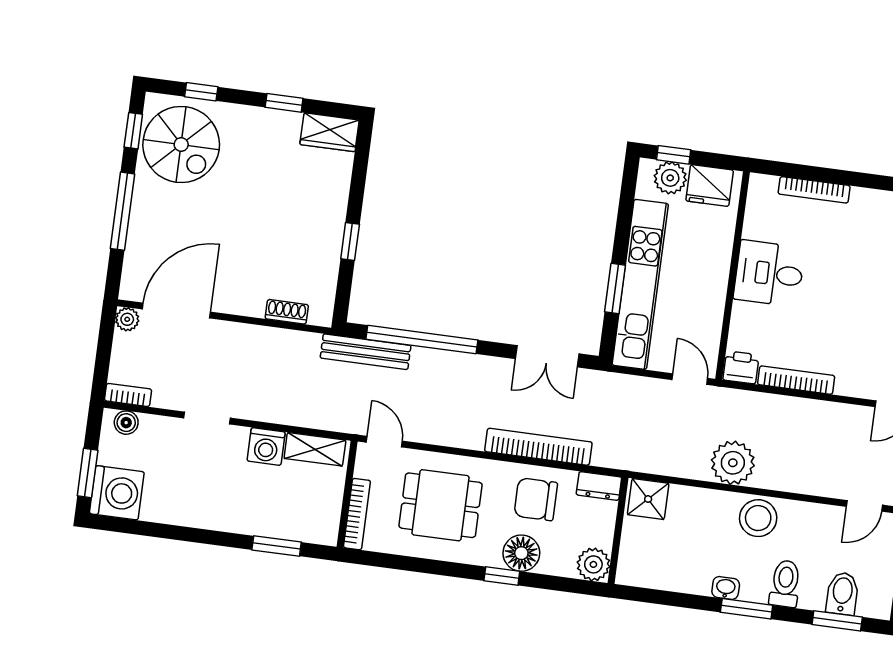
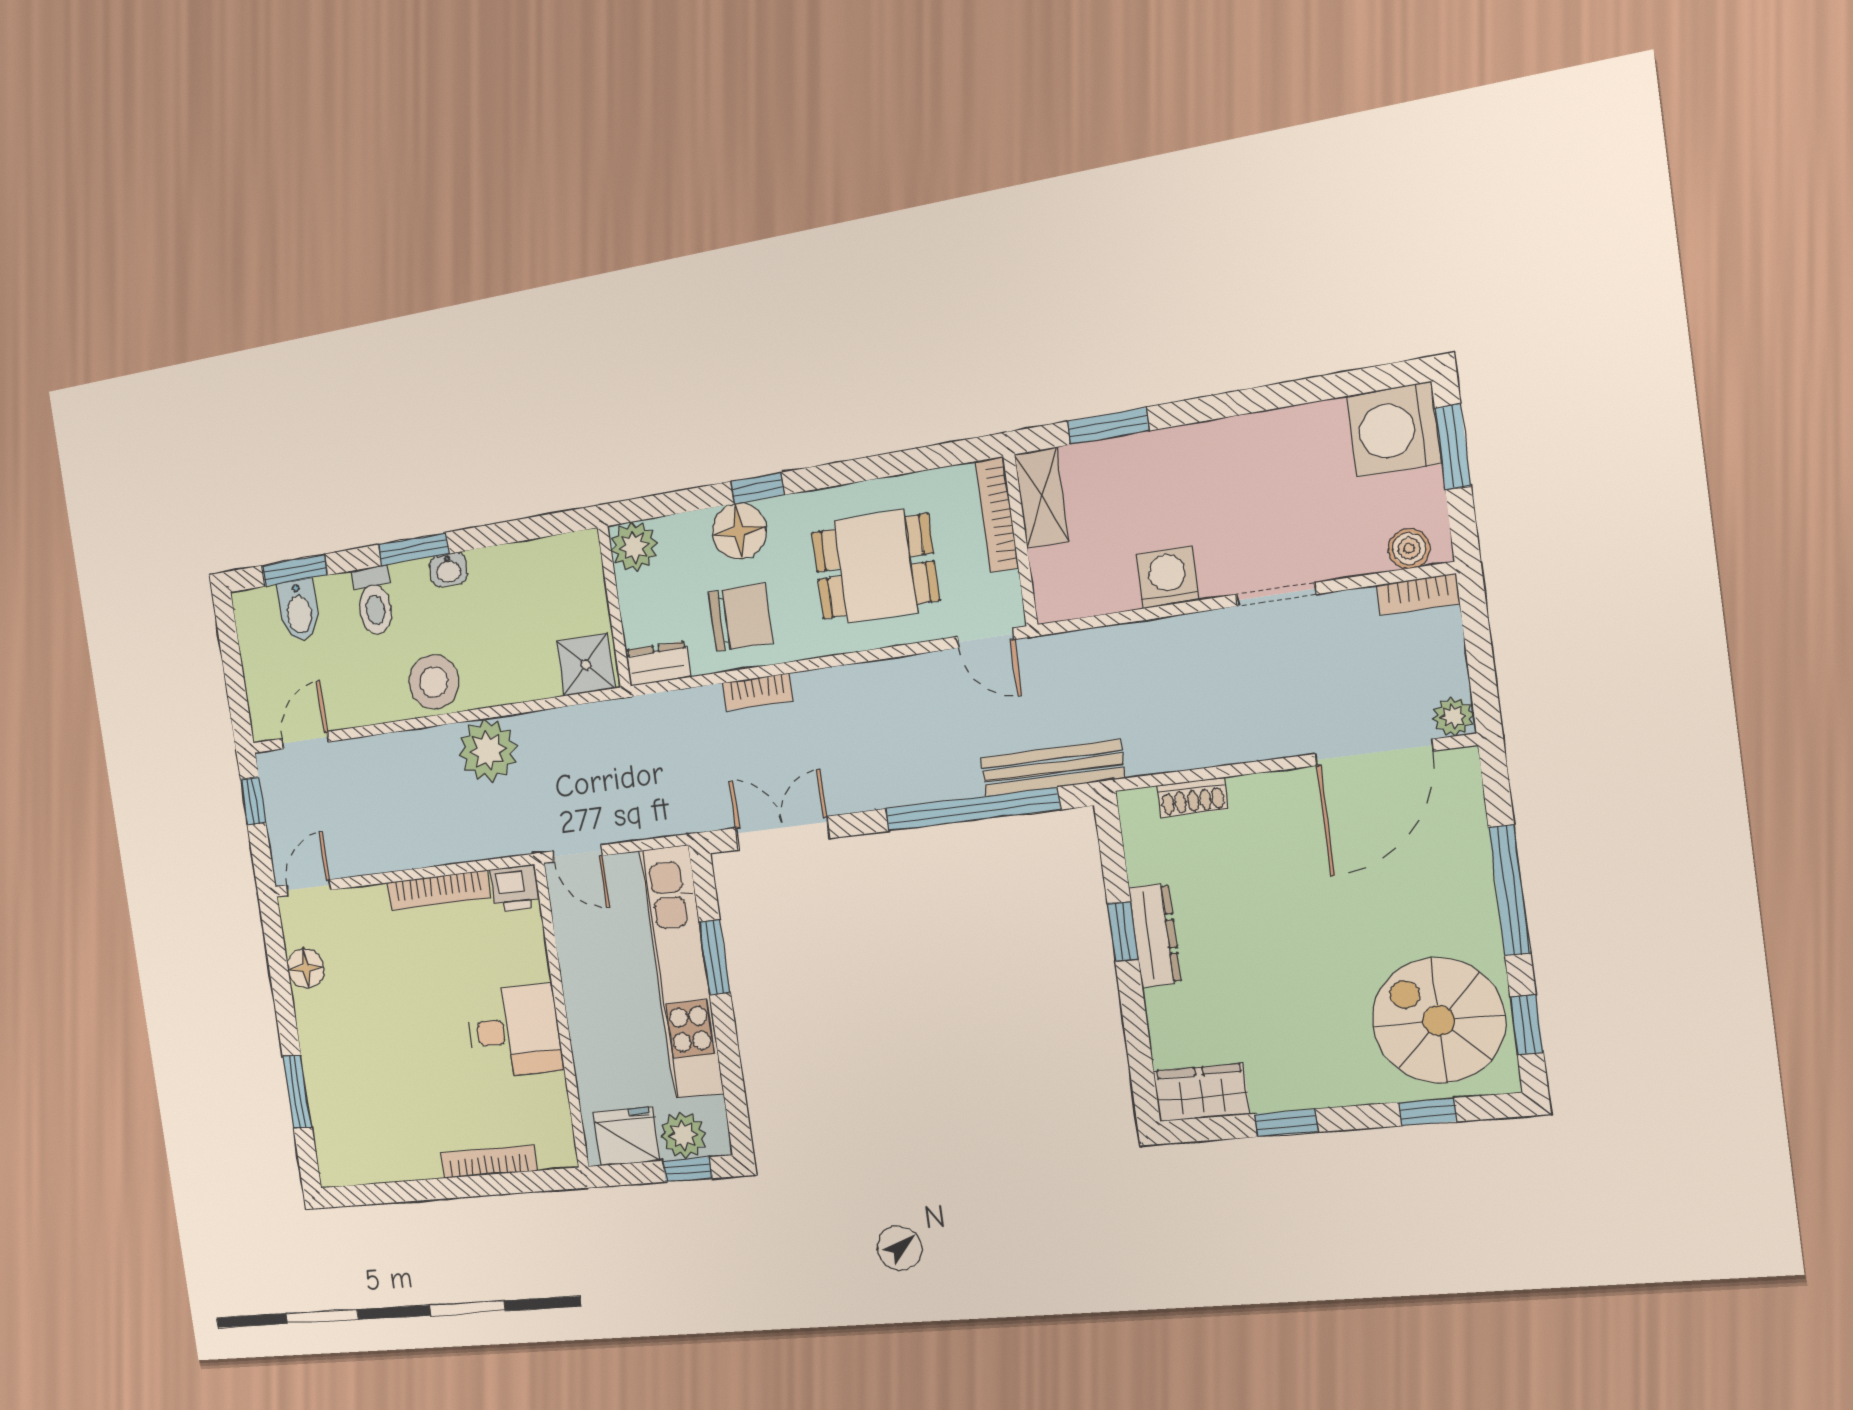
dresser: (331, 234) -> (1155, 935), added
bookcase: (538, 447) -> (758, 692), width x0.43, depth x0.76
shelving: (315, 449) -> (1042, 498), moved, turned 90

